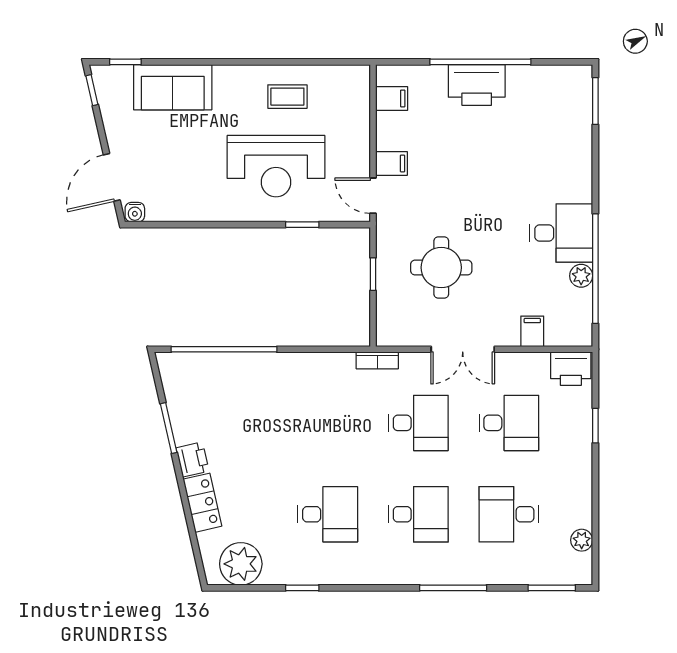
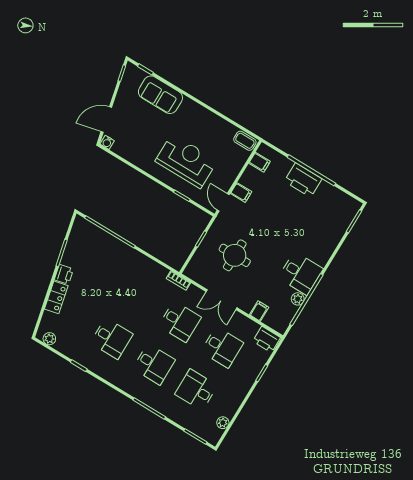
coffee table: (287, 97) -> (245, 141), moved
reception desk: (276, 166) -> (186, 161), turned 180
plant: (241, 564) -> (49, 339), width x0.53, depth x0.53

